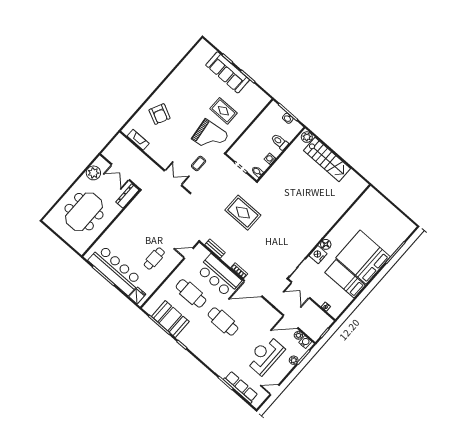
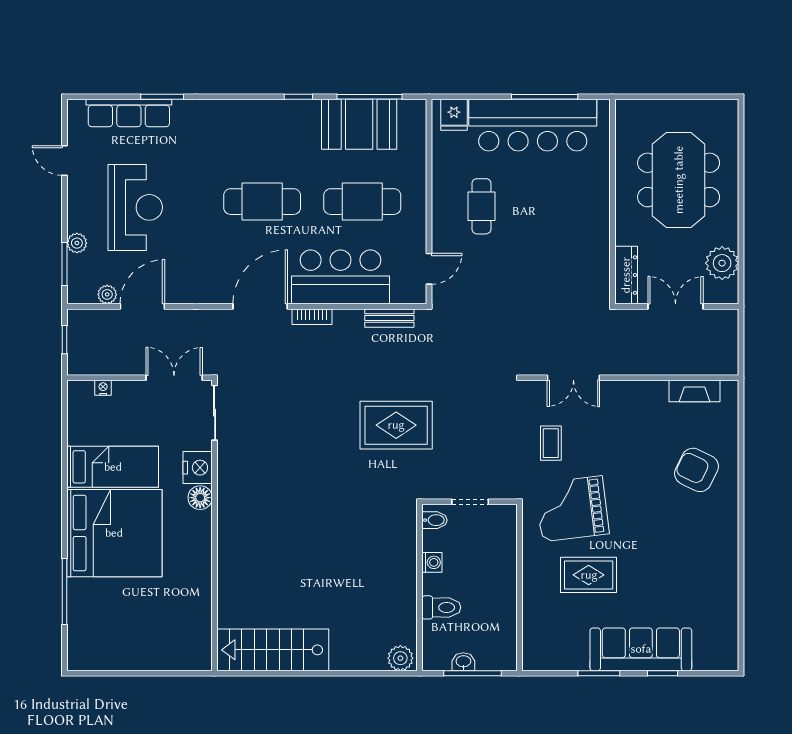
stairs: (327, 159) -> (273, 650), moved
water cooler: (305, 342) -> (85, 293), removed
door: (275, 390) -> (64, 161), swing flipped

